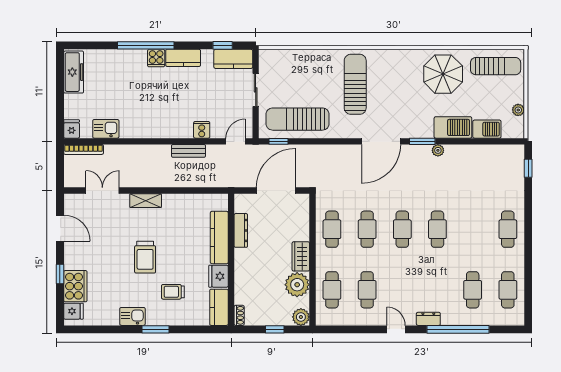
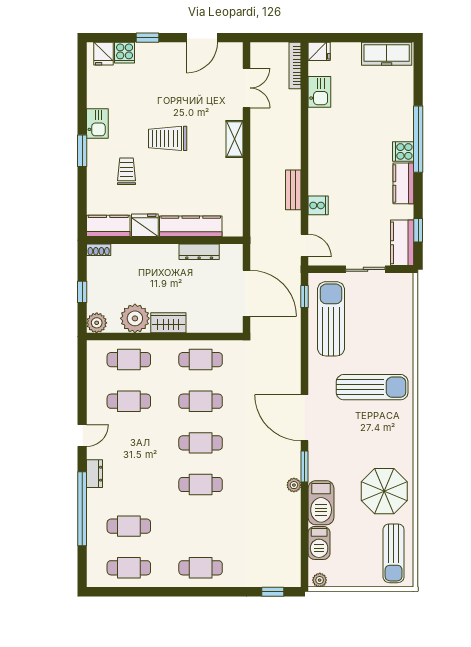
plant: (518, 110) -> (320, 580), moved
cooker: (75, 286) -> (125, 53), width x0.53, depth x0.76

